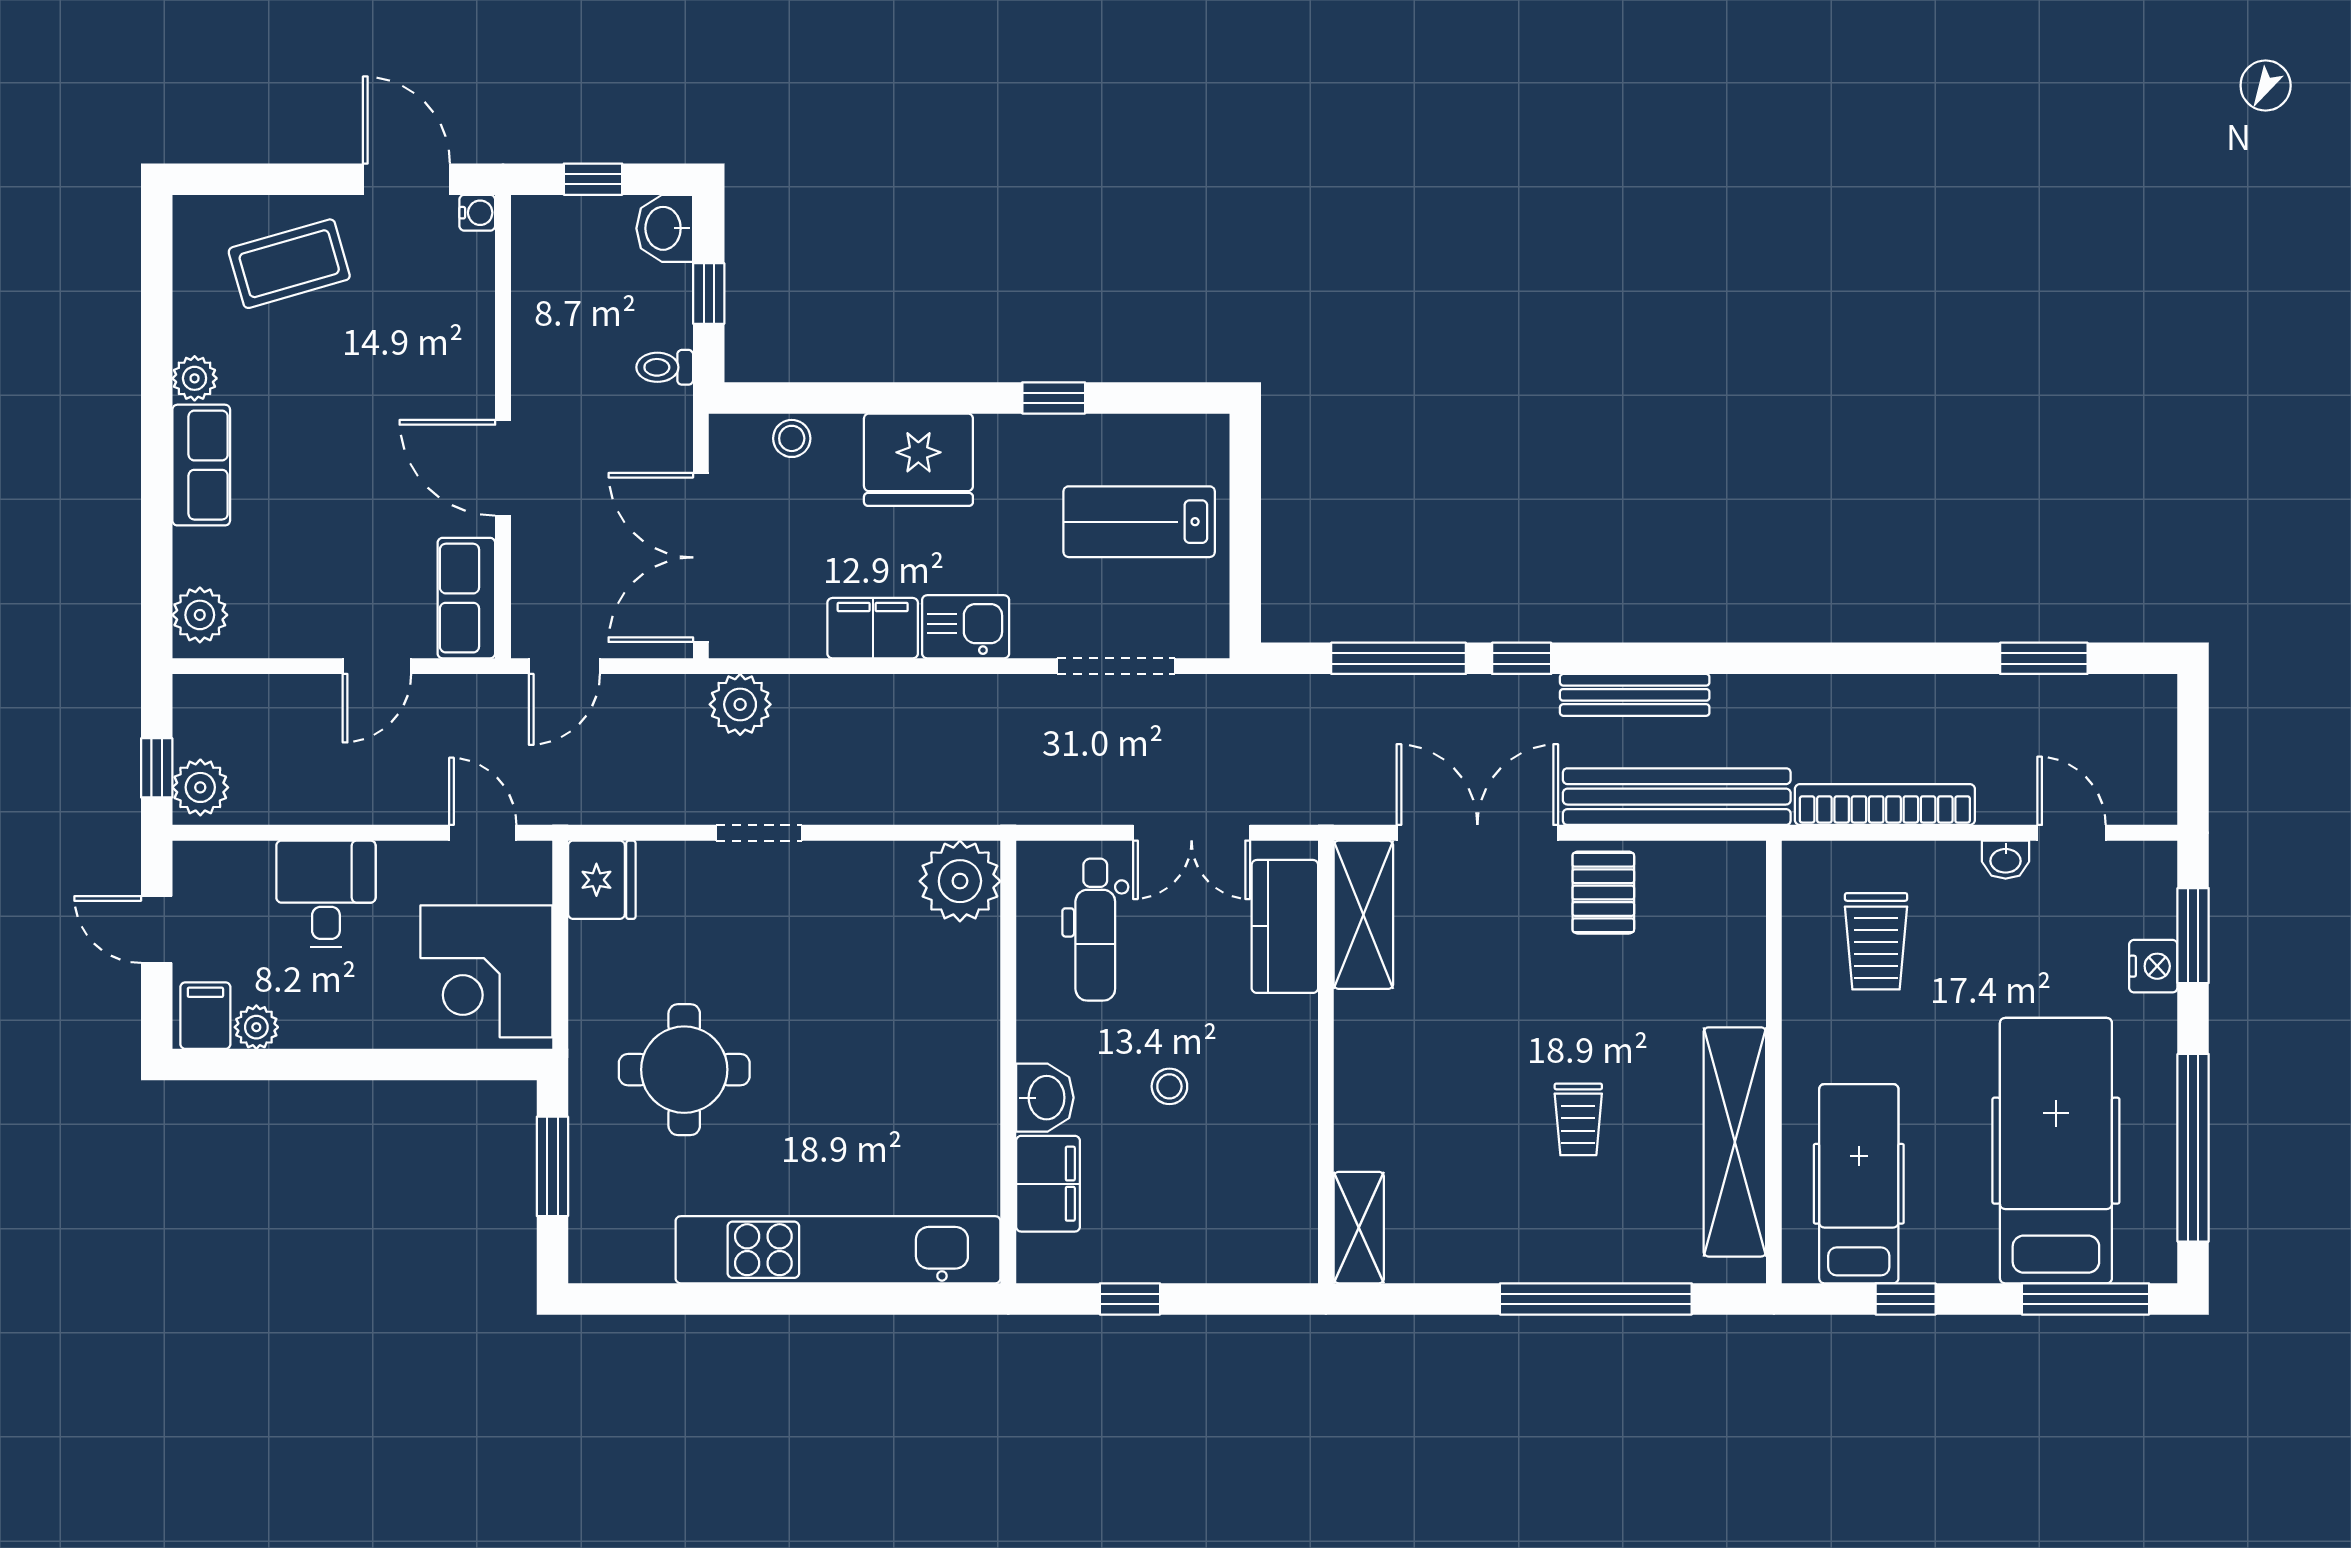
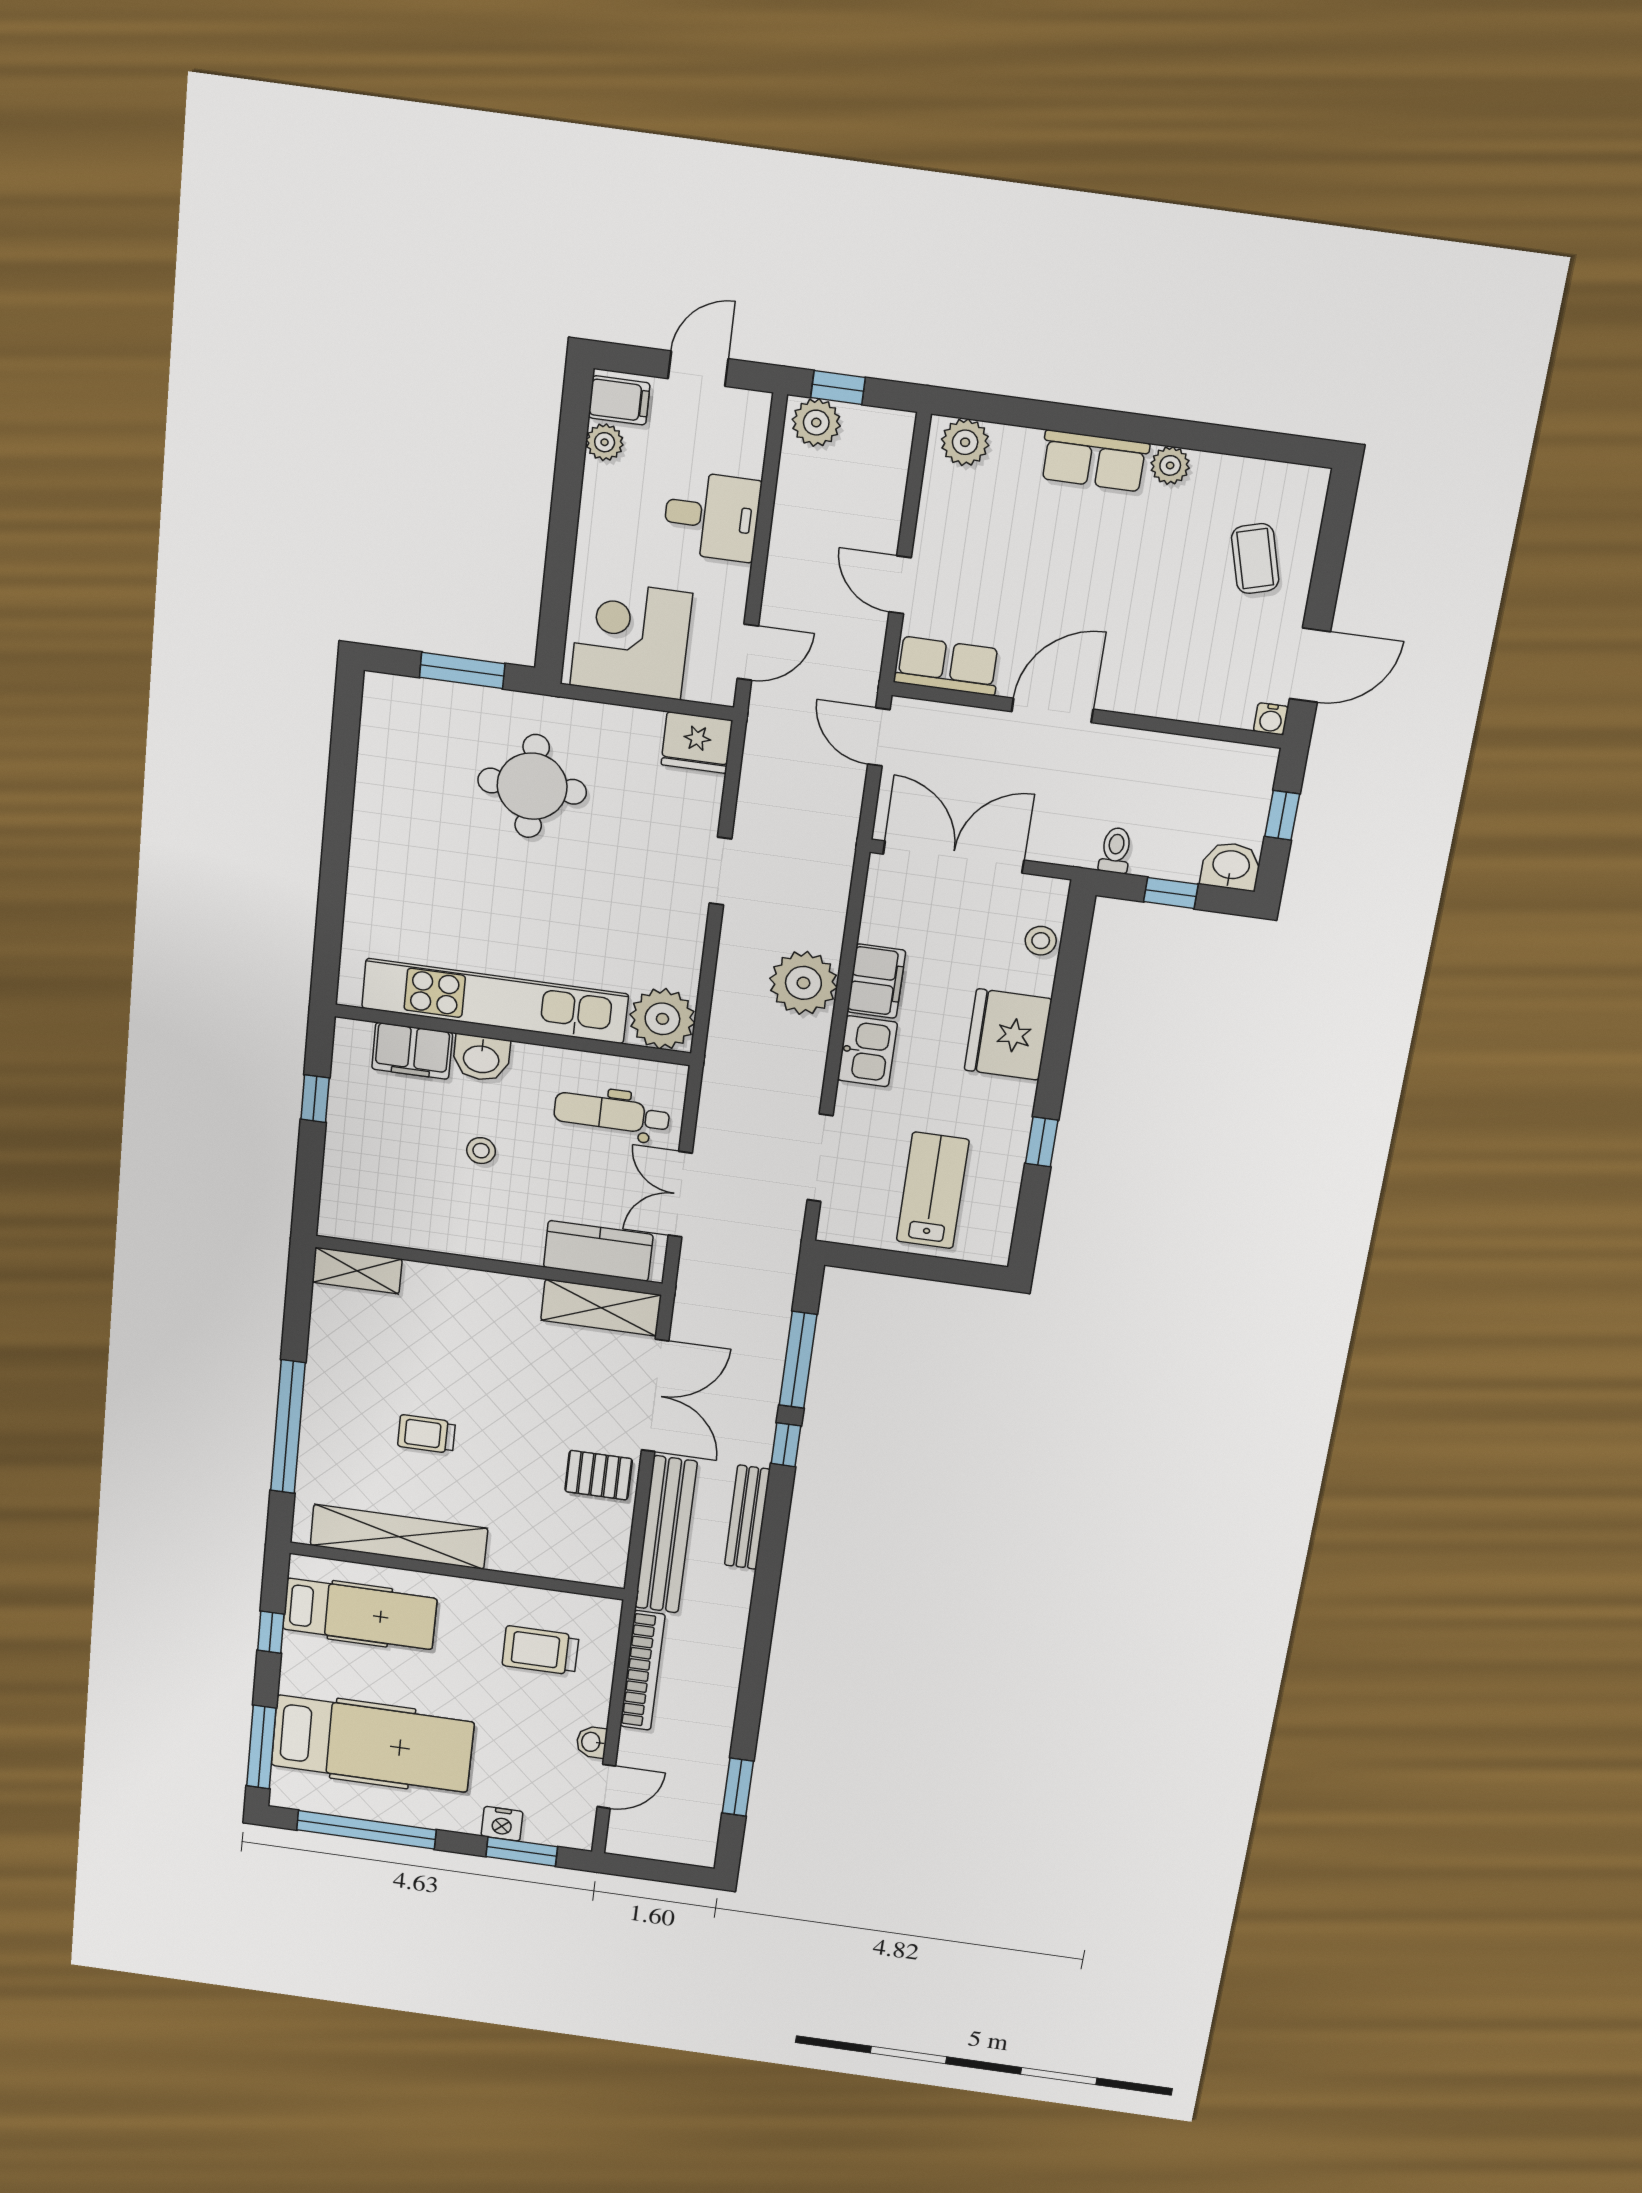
coffee table: (289, 264) -> (1255, 559), width x0.73, depth x0.77
plant: (740, 704) -> (803, 983), moved, width x1.36, depth x1.36
kitchen unit: (838, 1250) -> (495, 1001), moved, turned -90

